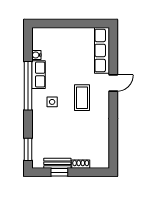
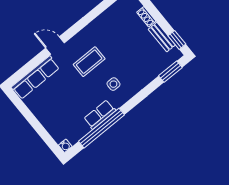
water cooler: (36, 55) -> (65, 146), moved
window: (28, 86) -> (101, 128), moved
window: (59, 172) -> (177, 40), moved

